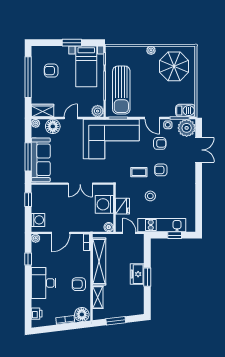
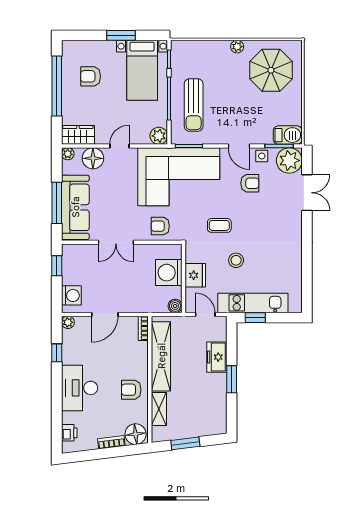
sun lounger: (121, 90) -> (194, 105), width x0.73, depth x0.75
armchair: (161, 170) -> (160, 226), moved
double door: (80, 184) -> (116, 242), moved
window: (175, 235) -> (255, 318), moved
freezer: (137, 274) -> (217, 357), moved

